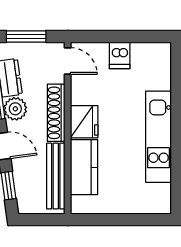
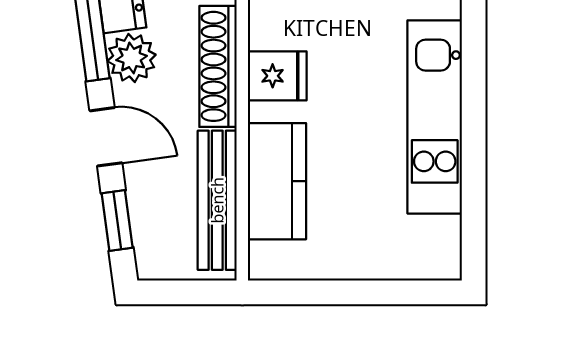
fridge: (84, 122) -> (277, 76), width x0.72

